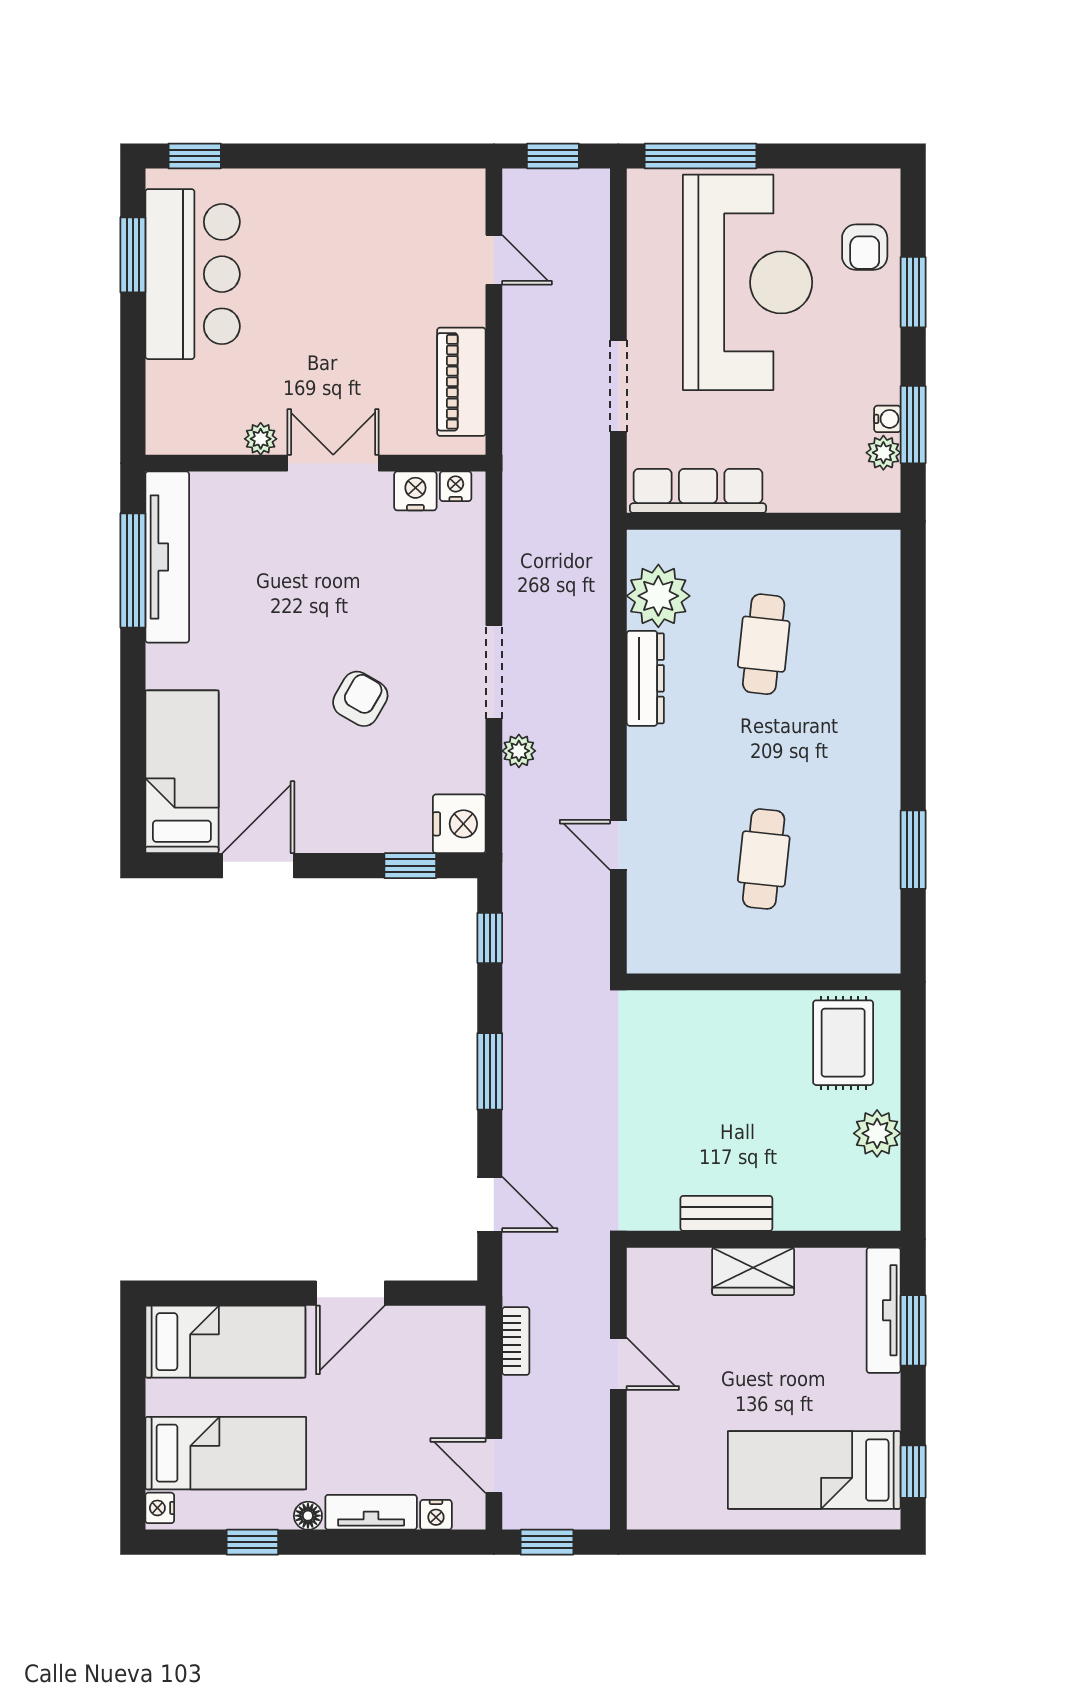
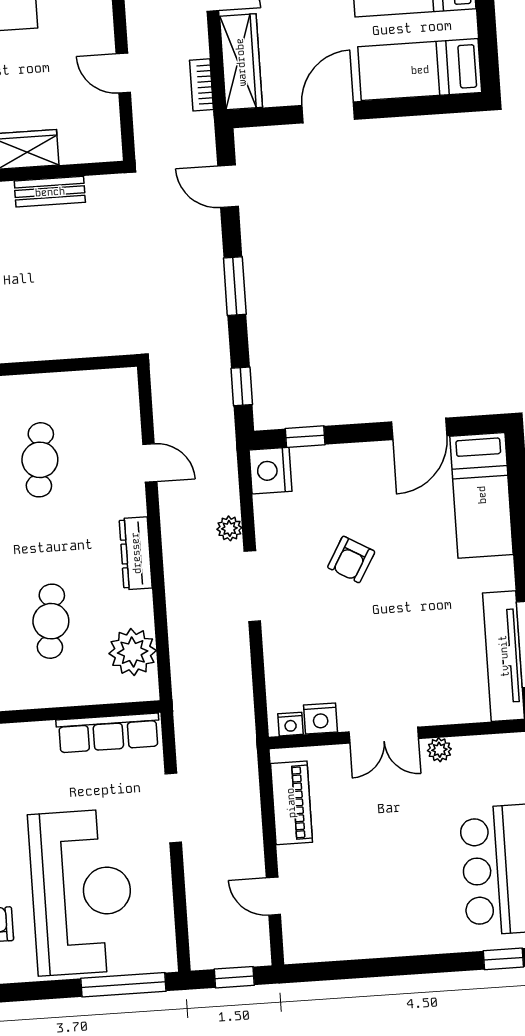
reception desk: (748, 282) -> (82, 892), turned 180
dresser: (645, 678) -> (136, 553), moved
wardrobe: (461, 1368) -> (241, 62), added

